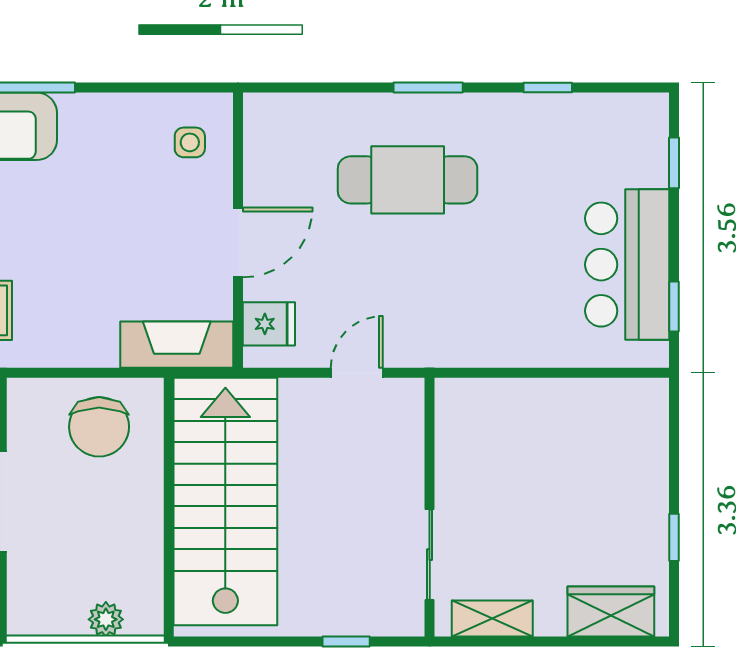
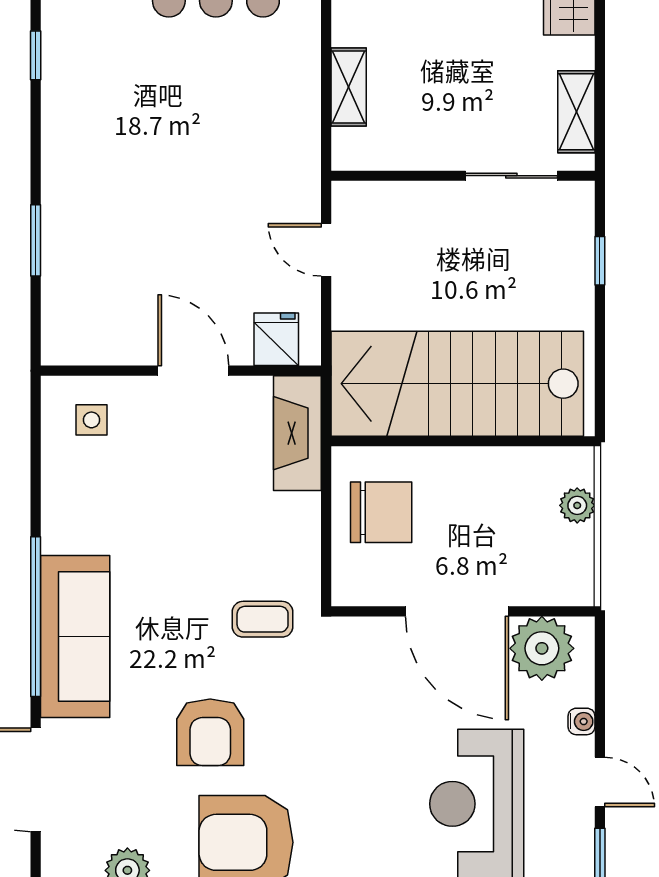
window: (428, 88) -> (36, 240), moved
cafe table: (408, 180) -> (130, 198), removed
shelving: (517, 395) -> (349, 87), added

